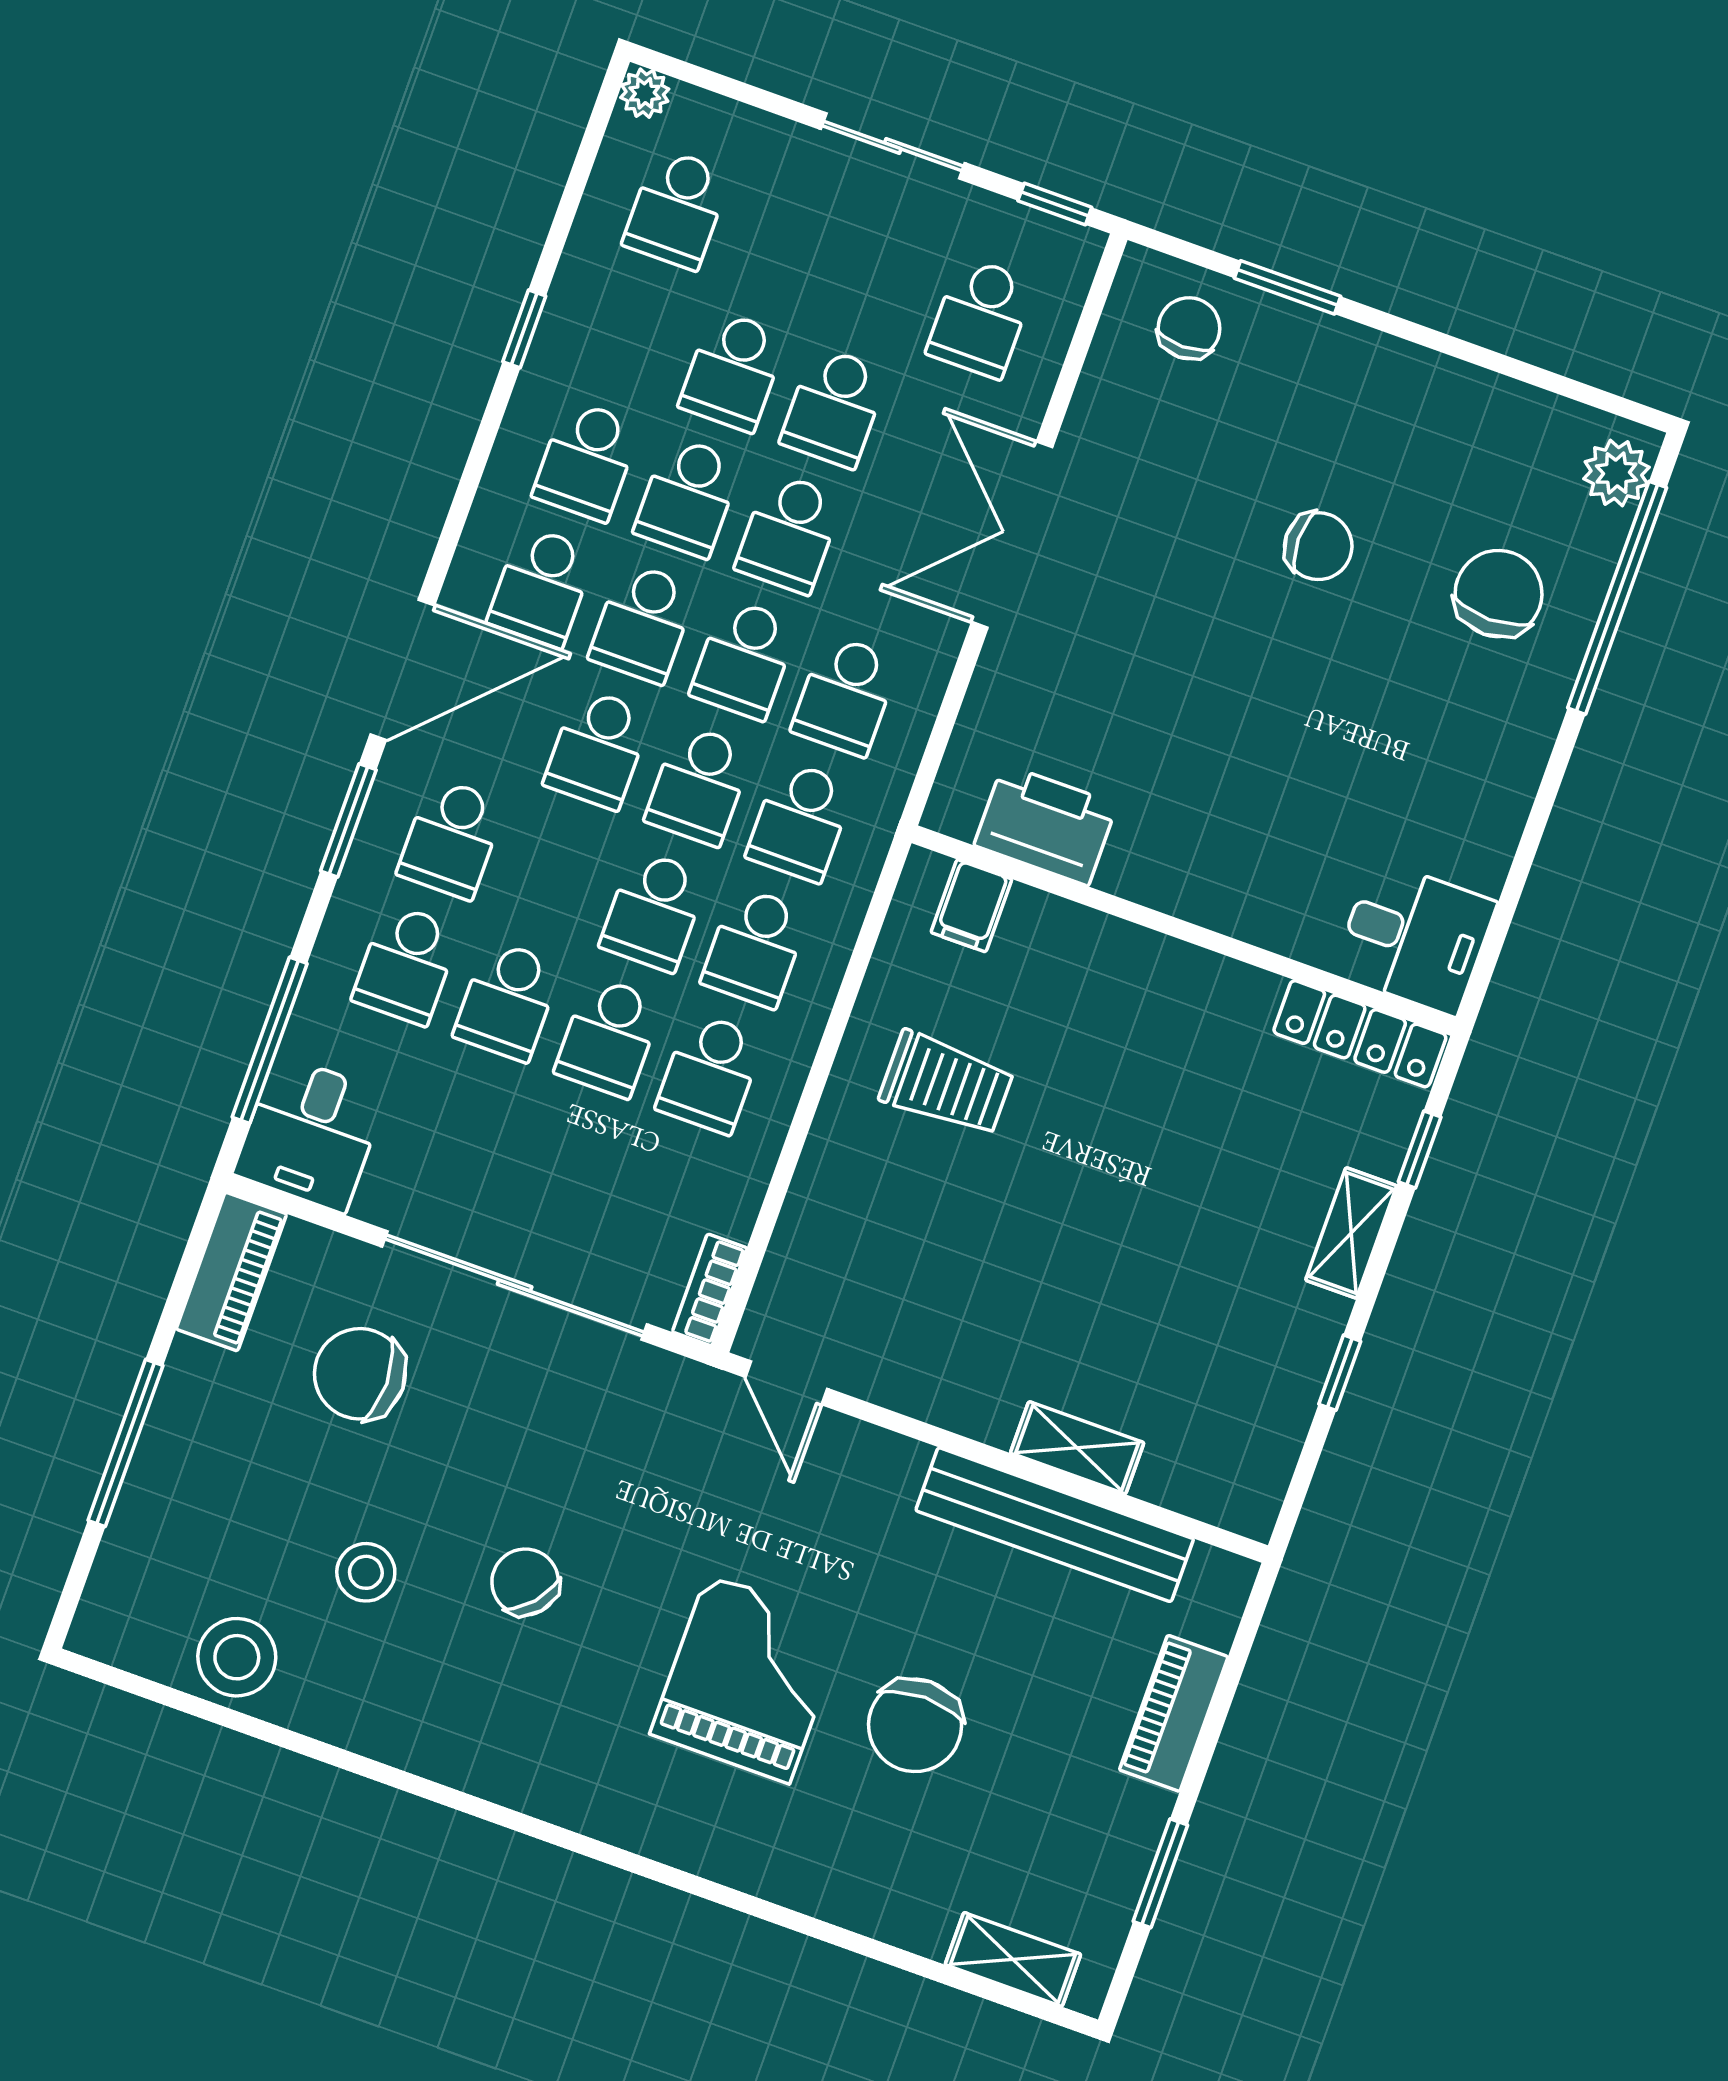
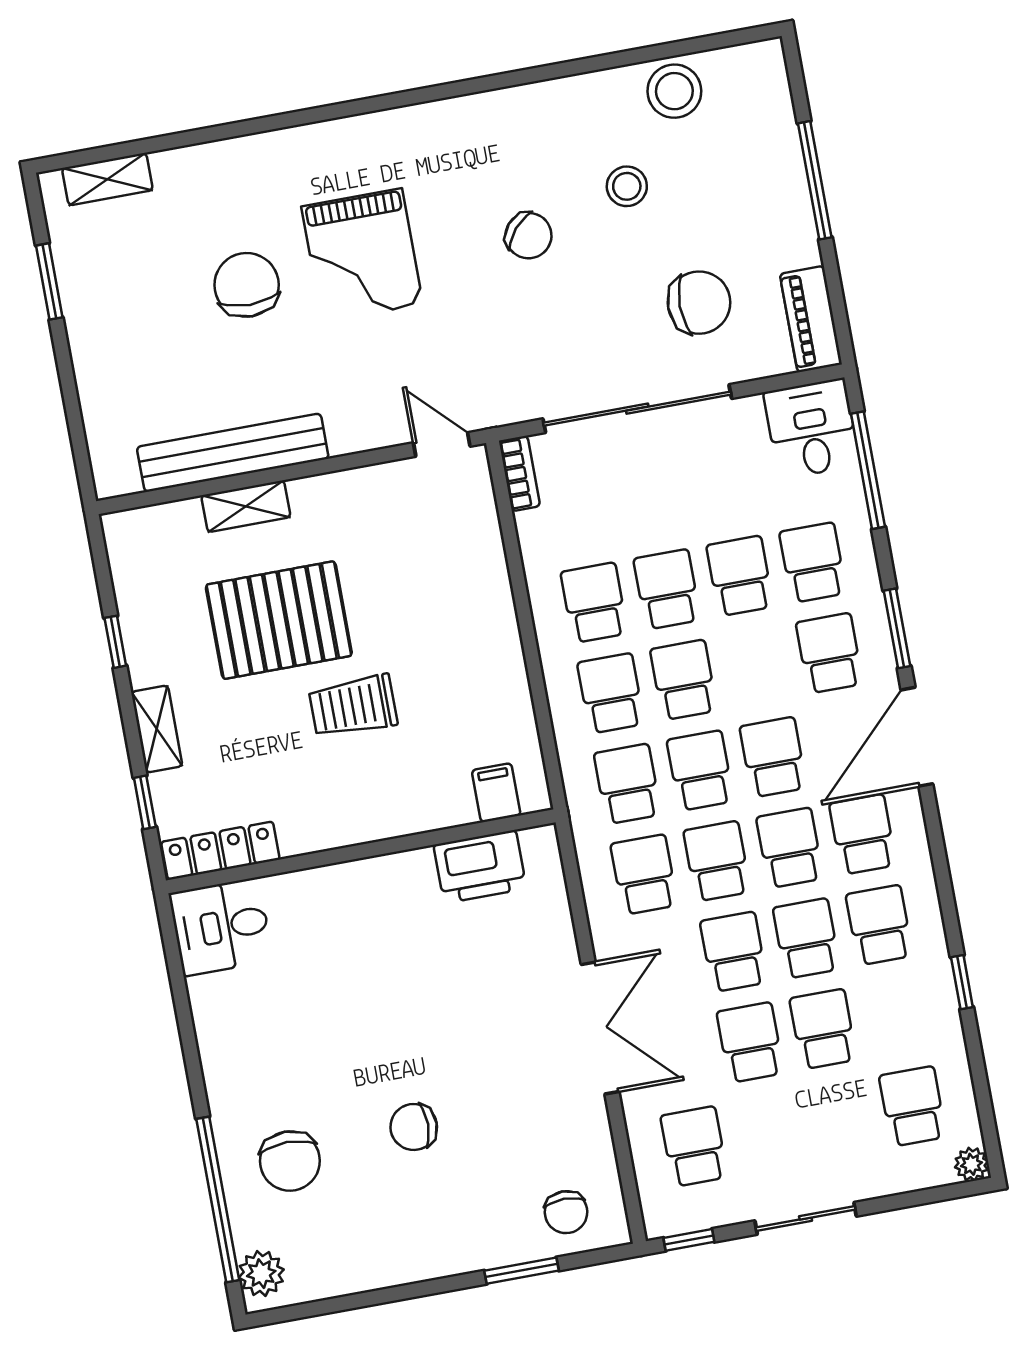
trolley: (947, 1084) -> (353, 706), moved
pallet: (1119, 1281) -> (279, 620), added
piano: (1174, 1713) -> (97, 381), removed

